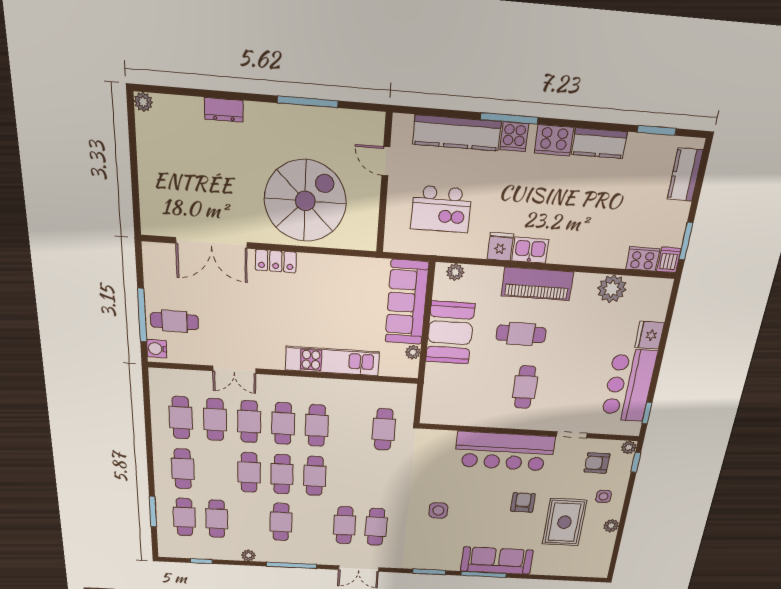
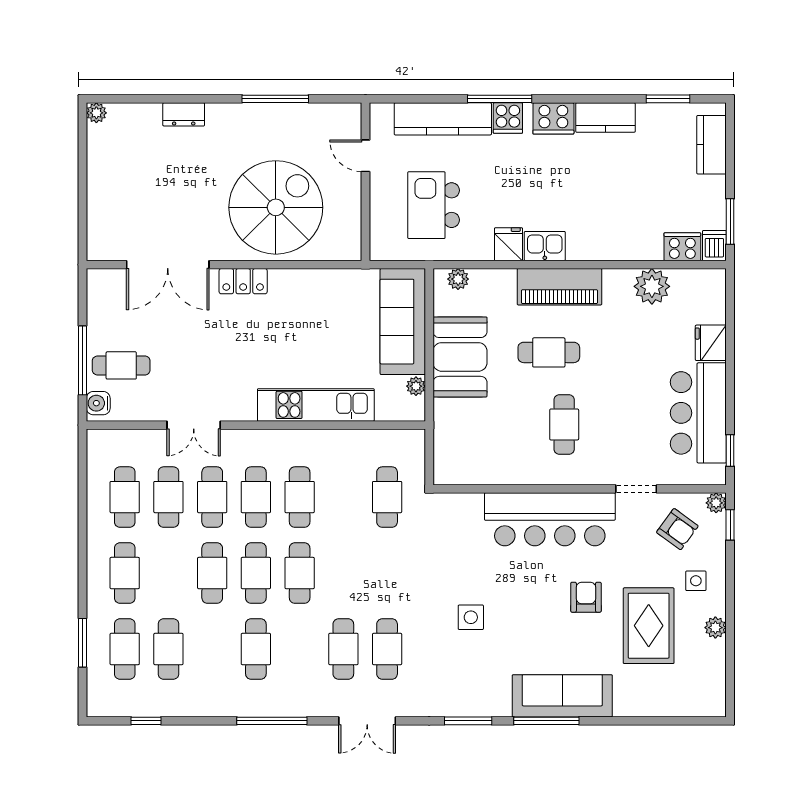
kitchen island: (441, 209) -> (434, 205), turned 90
armchair: (597, 463) -> (677, 529), turned -144
plant: (248, 555) -> (212, 707), removed

